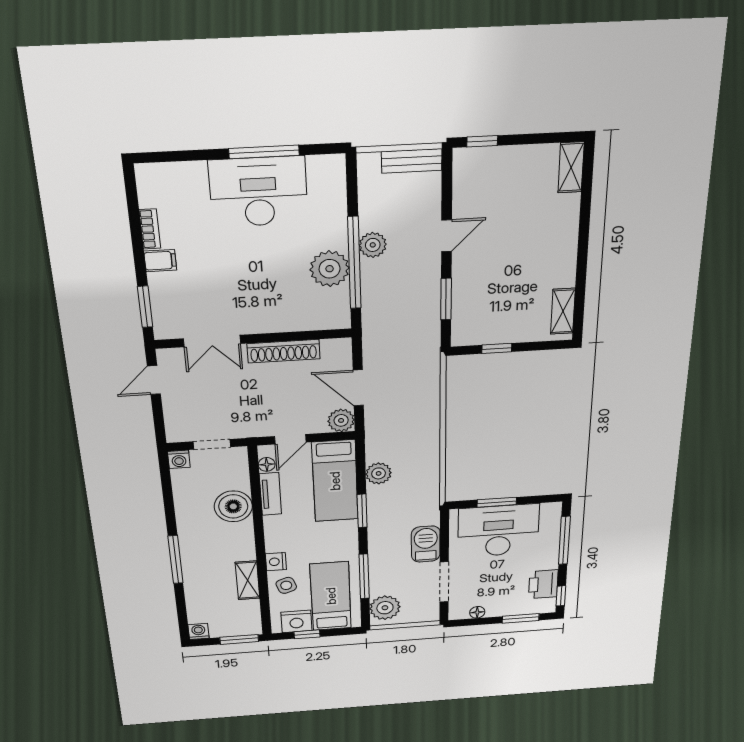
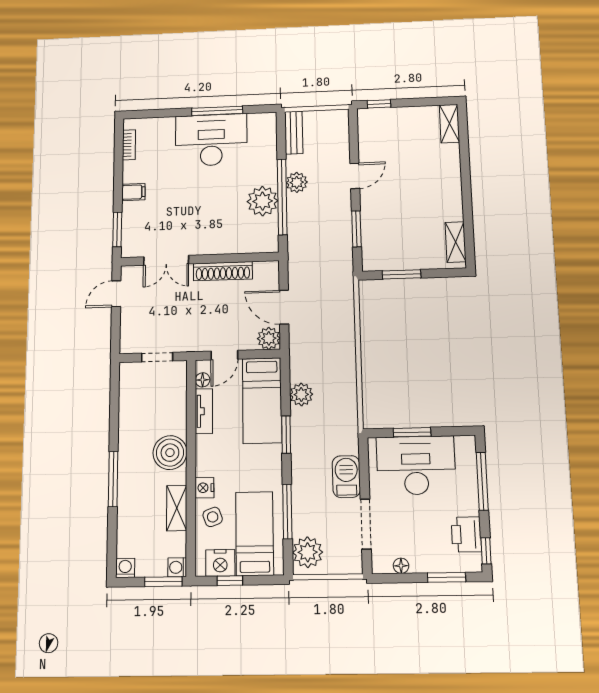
bench: (412, 161) -> (294, 133), moved, turned 90
bookcase: (150, 229) -> (129, 145), moved
window: (497, 348) -> (402, 274), width x1.50
washing machine: (179, 459) -> (177, 567), moved, turned 90
boiler: (233, 506) -> (170, 453), moved

